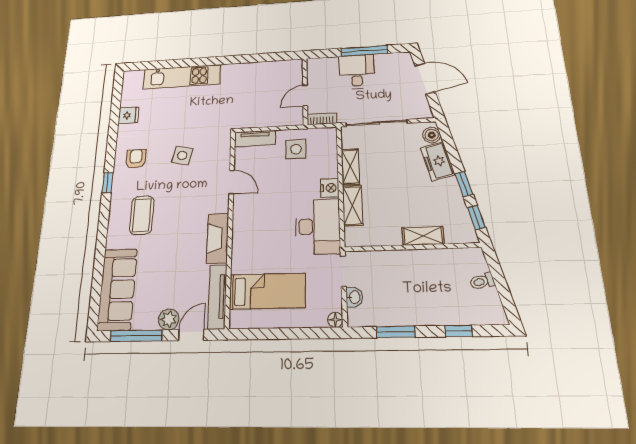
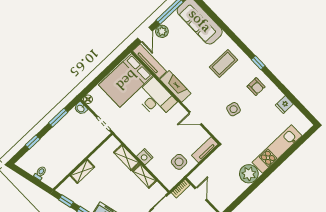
plant: (234, 75) -> (249, 174), added
coffee table: (142, 215) -> (224, 63), turned 90
desk: (318, 226) -> (156, 98), moved, turned 180
bed: (267, 291) -> (126, 80), width x1.50
washbasin: (354, 297) -> (81, 108), moved

